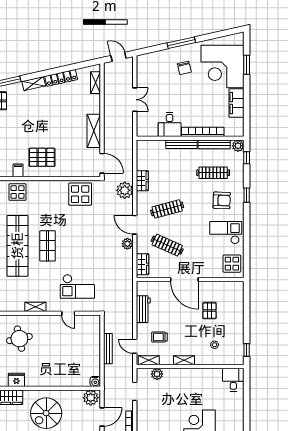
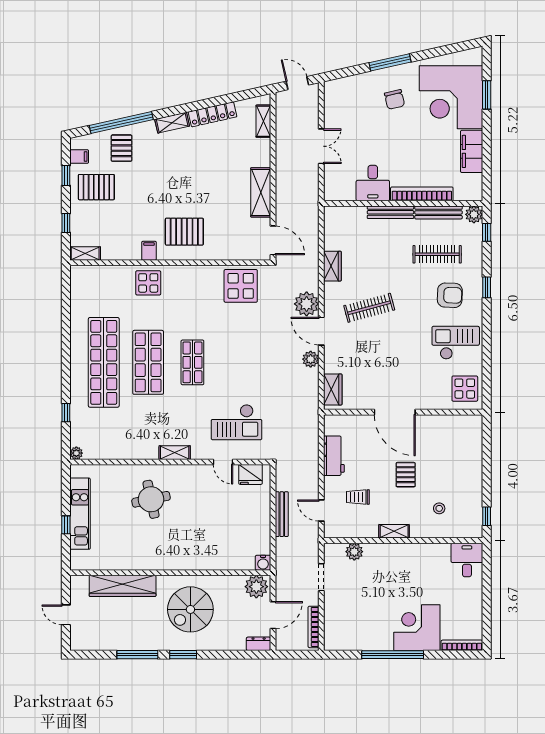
plant: (125, 190) -> (307, 304), moved
clothes rail: (167, 245) -> (369, 361), removed
shop shelf: (17, 246) -> (148, 362), width x0.71
pallet: (209, 311) -> (406, 475), moved
shelving: (149, 360) -> (342, 531), removed
fridge: (16, 380) -> (251, 474), moved, turned 180

